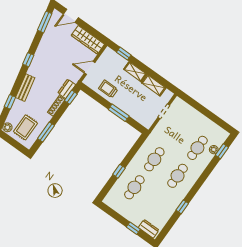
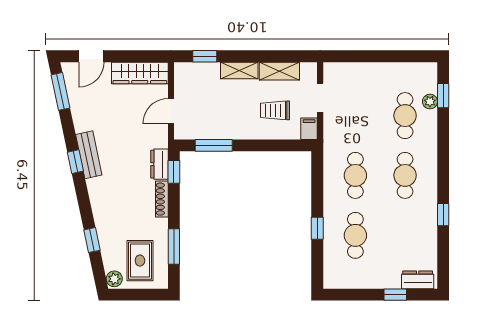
bench: (25, 88) -> (89, 155), moved
trolley: (108, 89) -> (275, 110), moved
window: (119, 113) -> (214, 145), moved
filing cabinet: (148, 122) -> (309, 129), added

